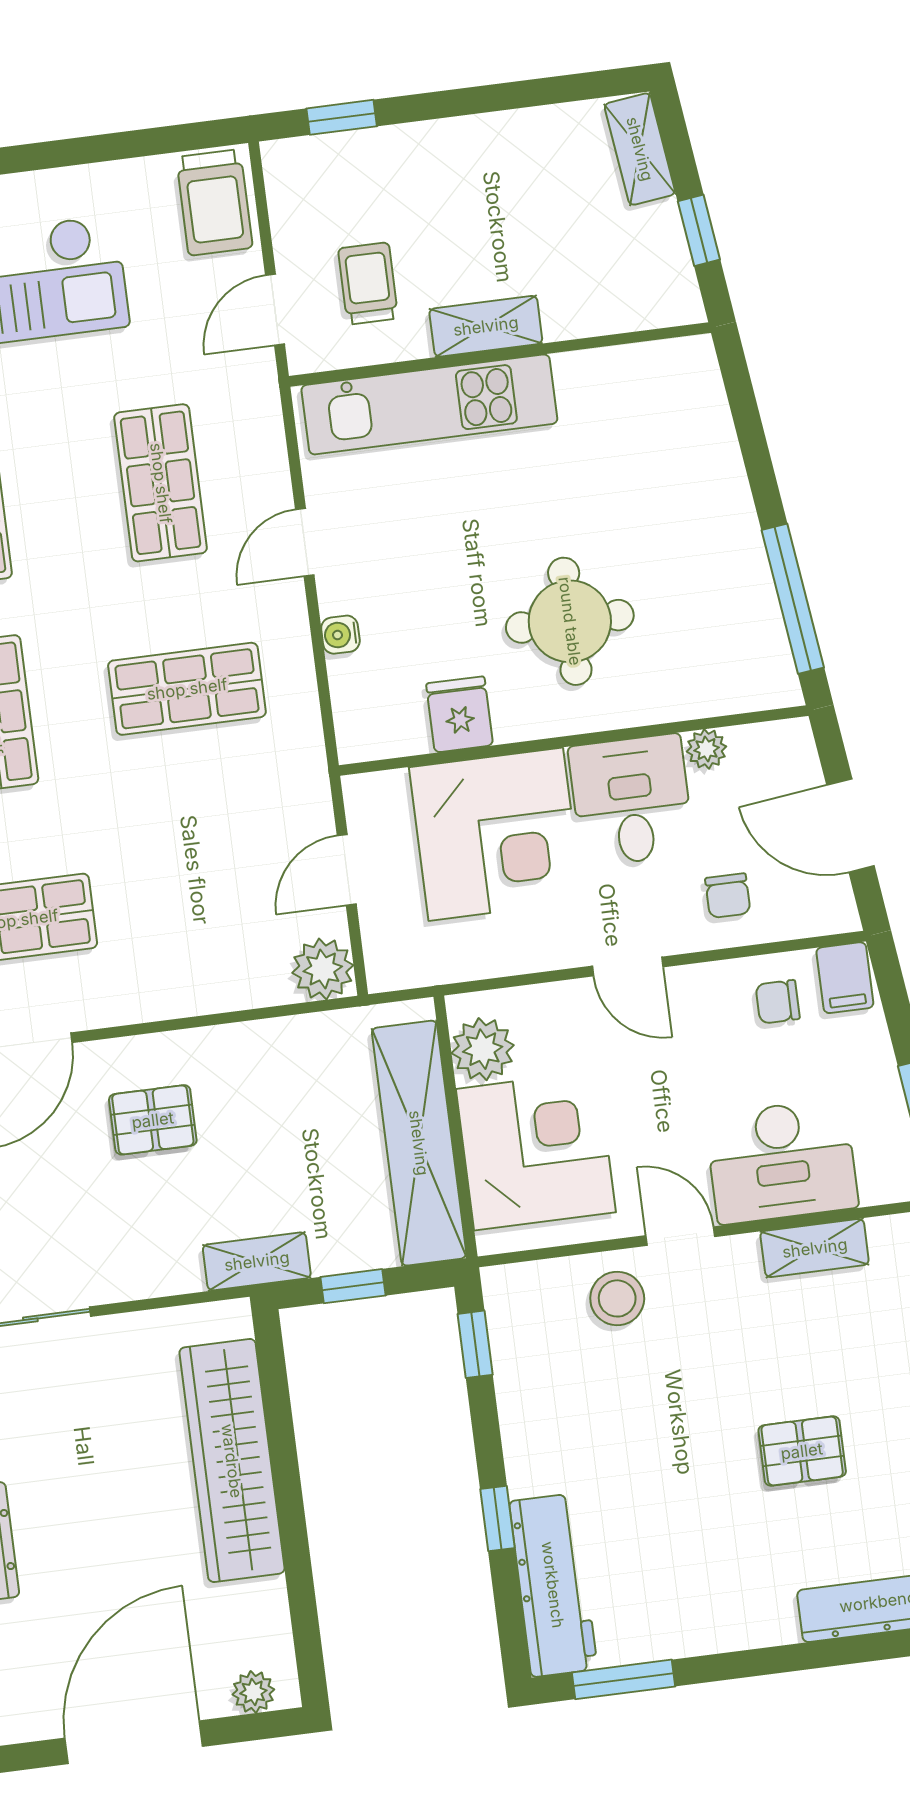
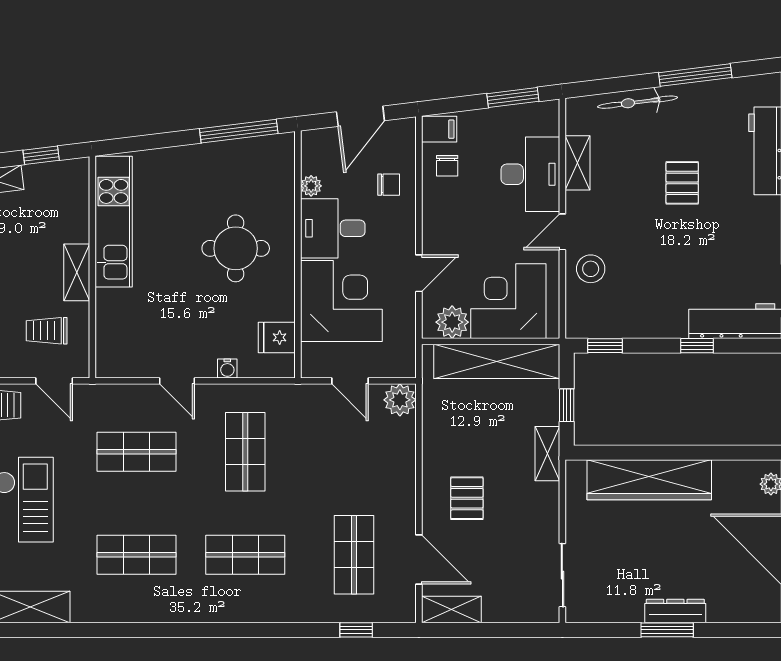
kitchen unit: (429, 404) -> (114, 222), moved
fridge: (459, 714) -> (277, 337), moved
door: (628, 967) -> (419, 273), moved

